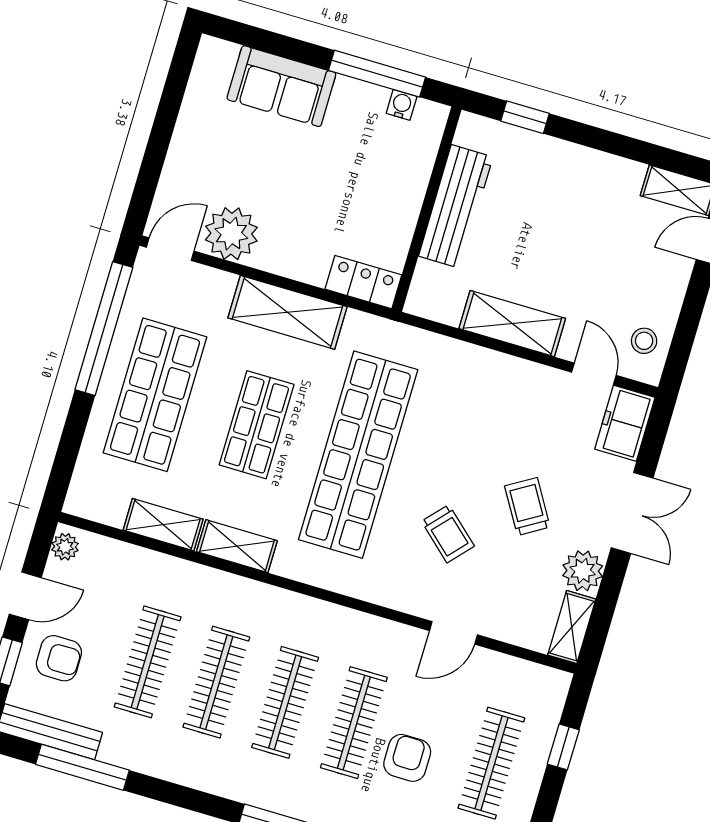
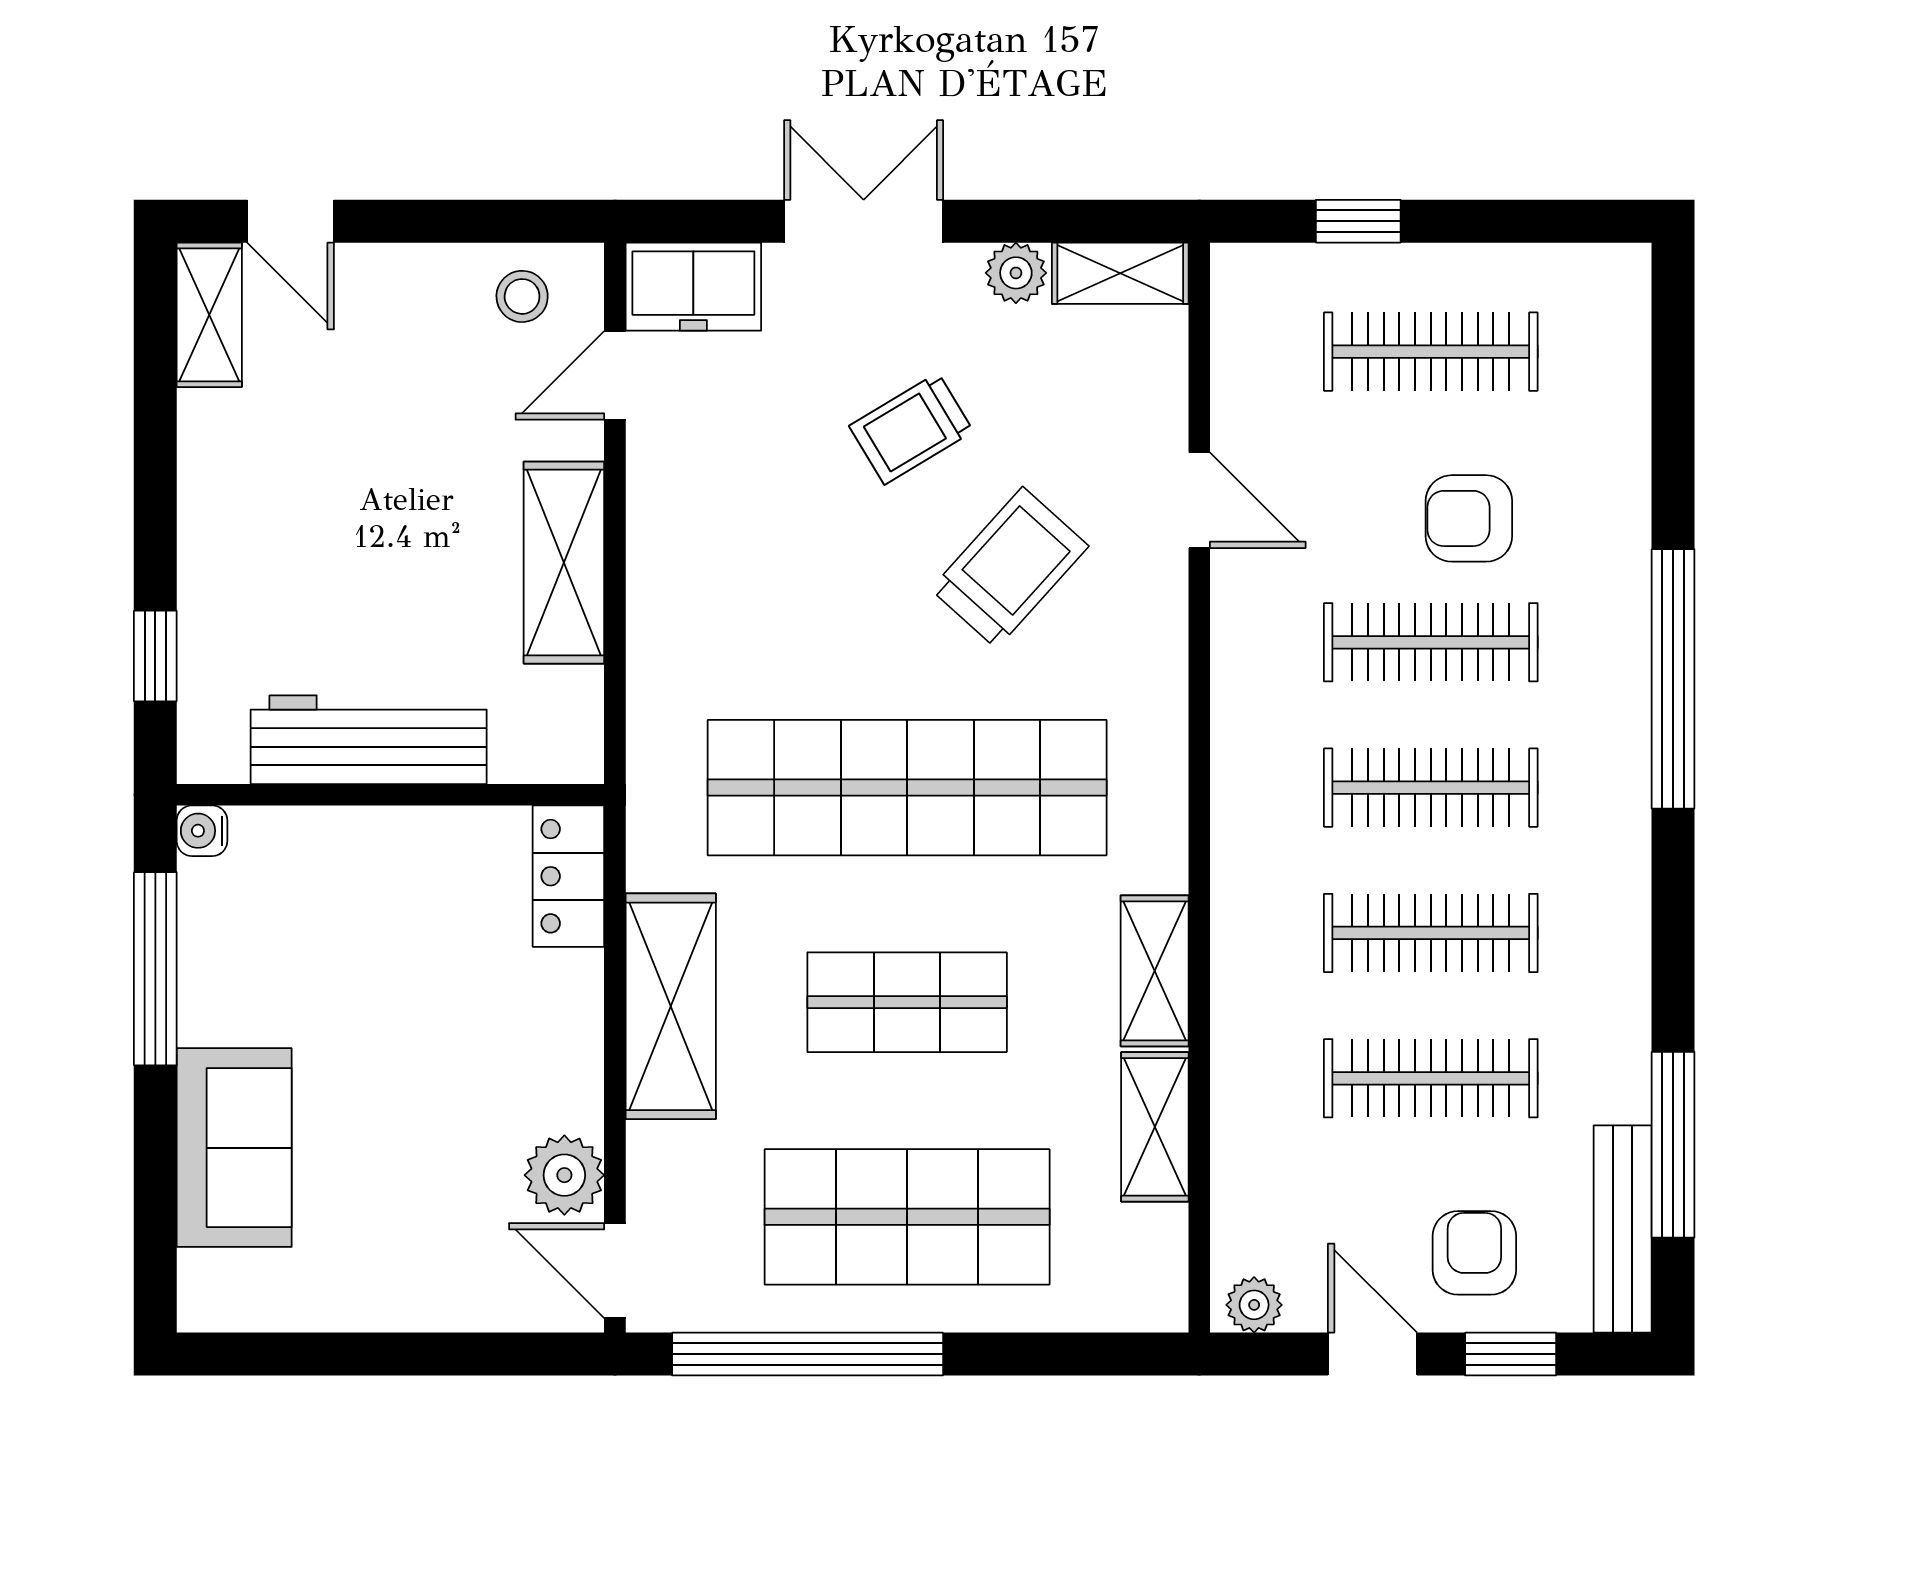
water cooler: (402, 105) -> (202, 831), moved
plant: (231, 234) -> (564, 1175), width x0.73, depth x0.73
trolley: (448, 534) -> (1010, 568), width x1.36, depth x1.39
plant: (583, 571) -> (1016, 273), width x0.73, depth x0.73

